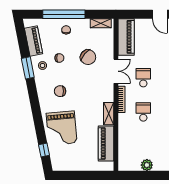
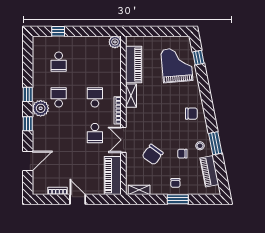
window: (64, 14) -> (178, 199), width x0.47
chair: (88, 57) -> (153, 155), turned -93
chair: (60, 91) -> (191, 114), moved
school desk: (143, 112) -> (95, 97), turned 180
grand piano: (62, 128) -> (177, 65), moved
plant: (147, 165) -> (115, 42), moved

